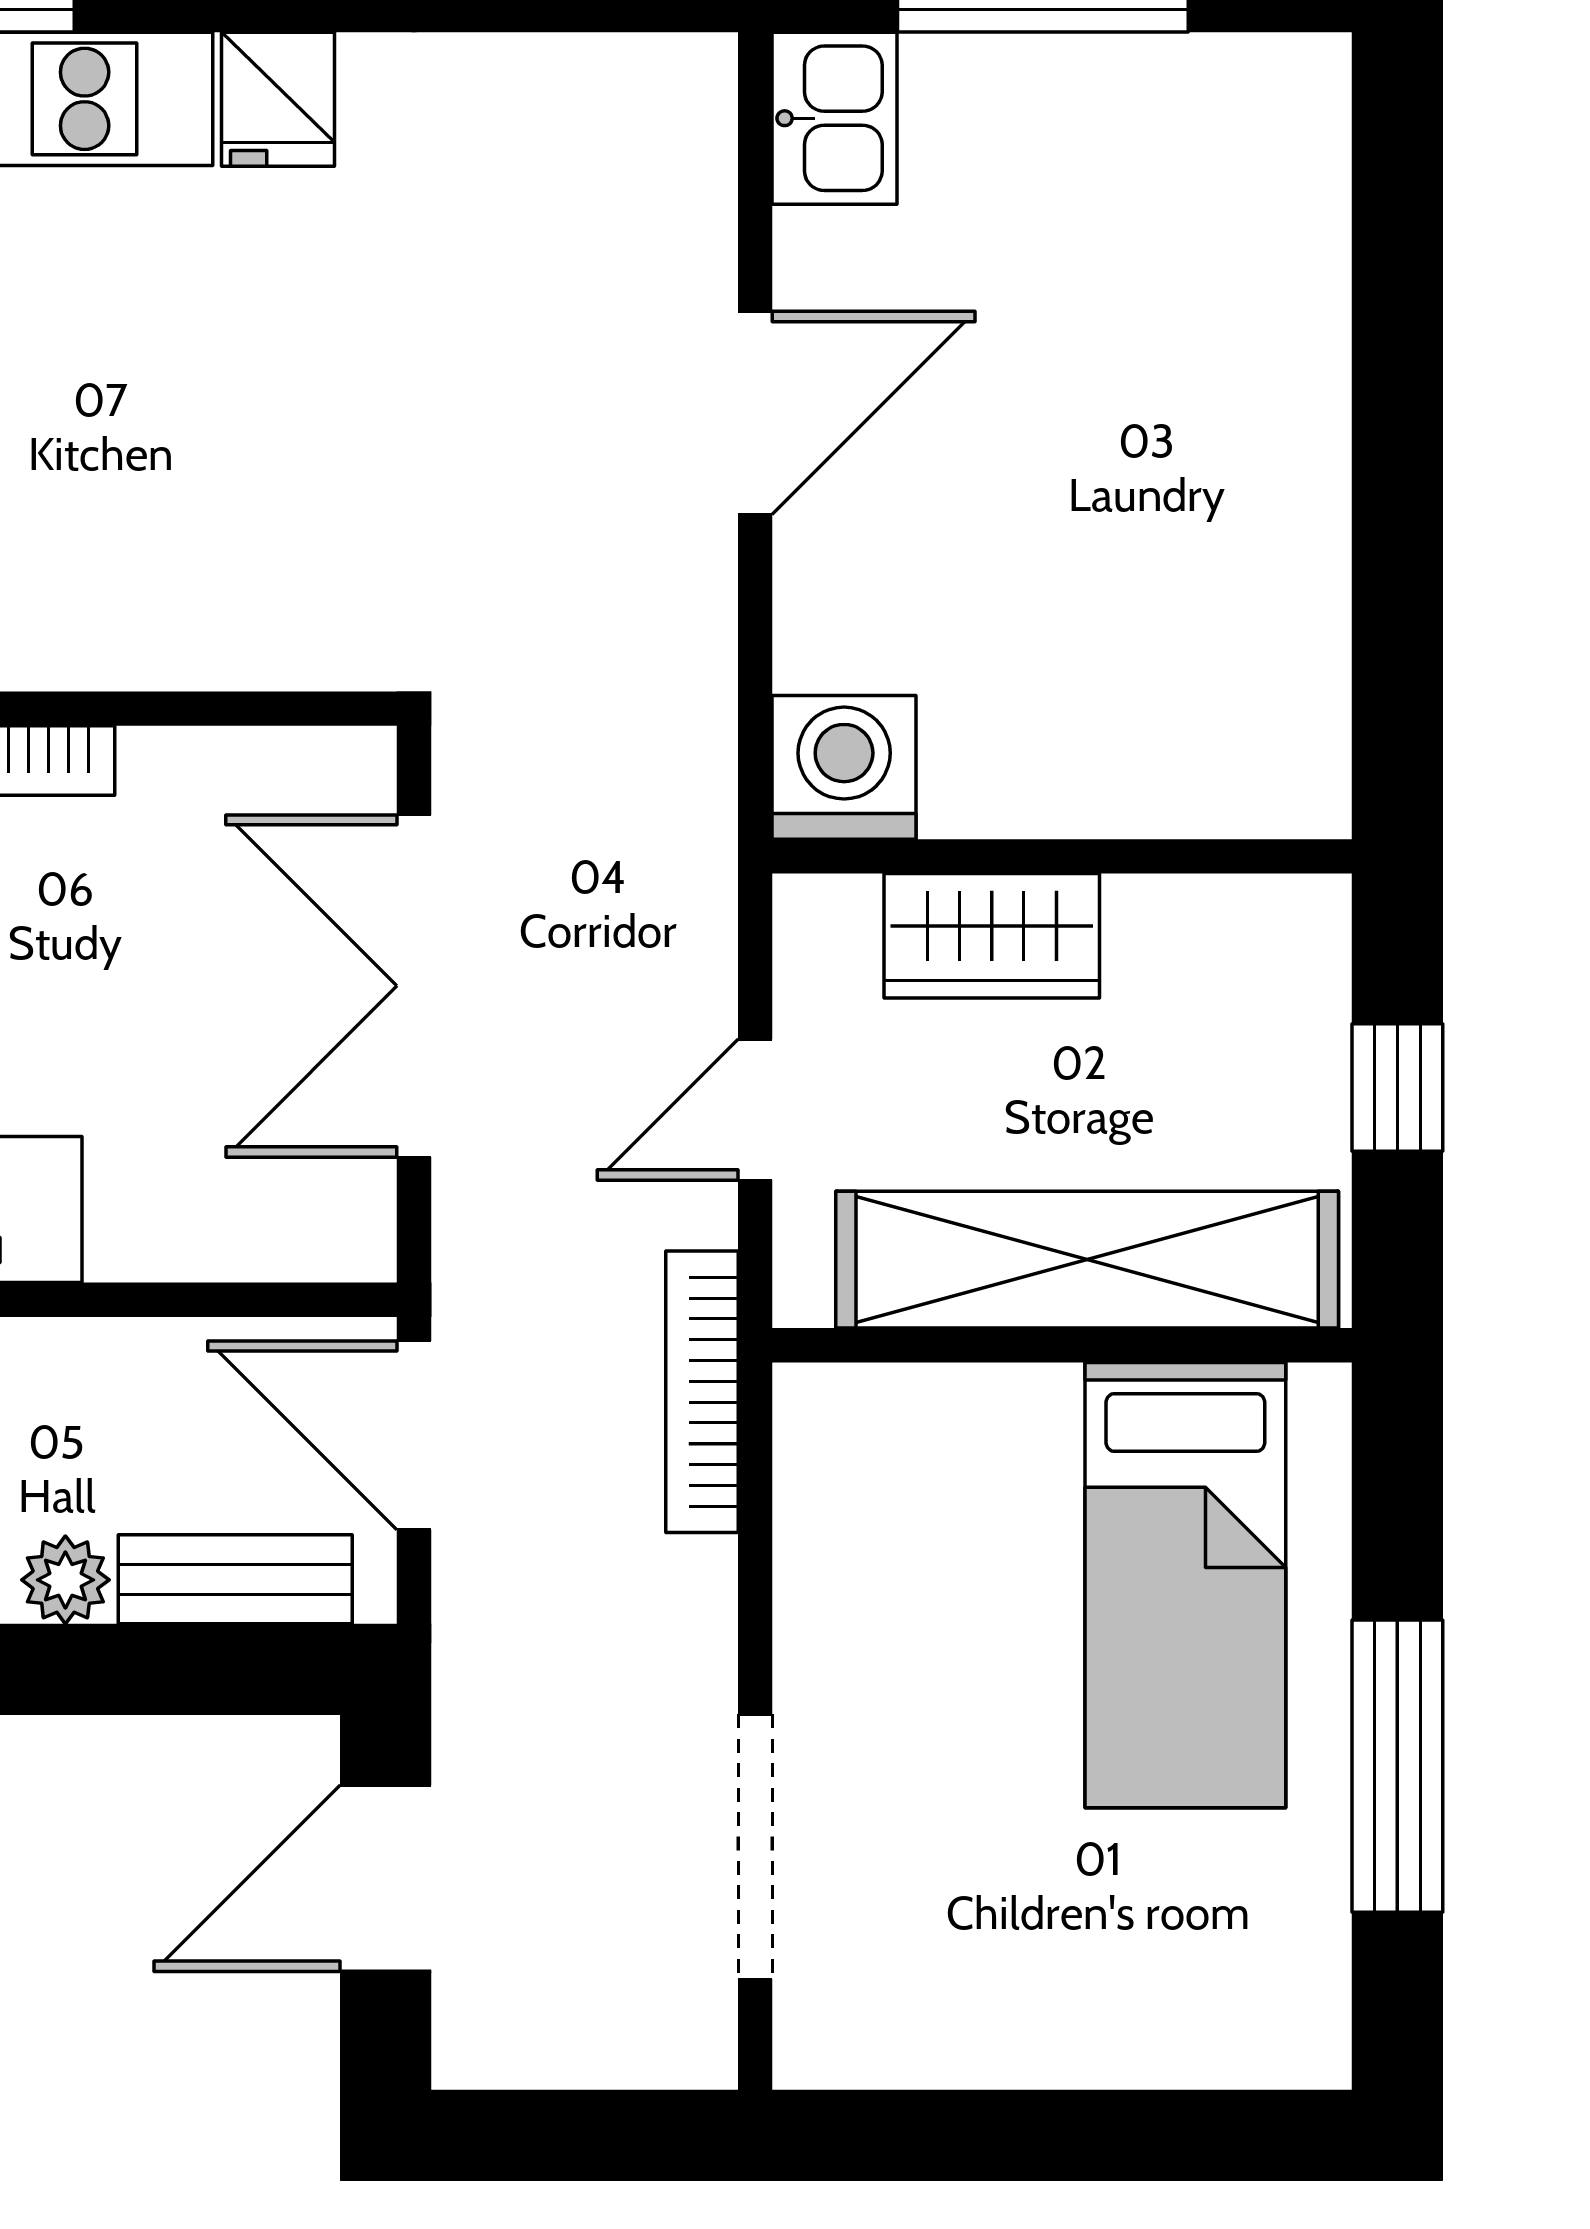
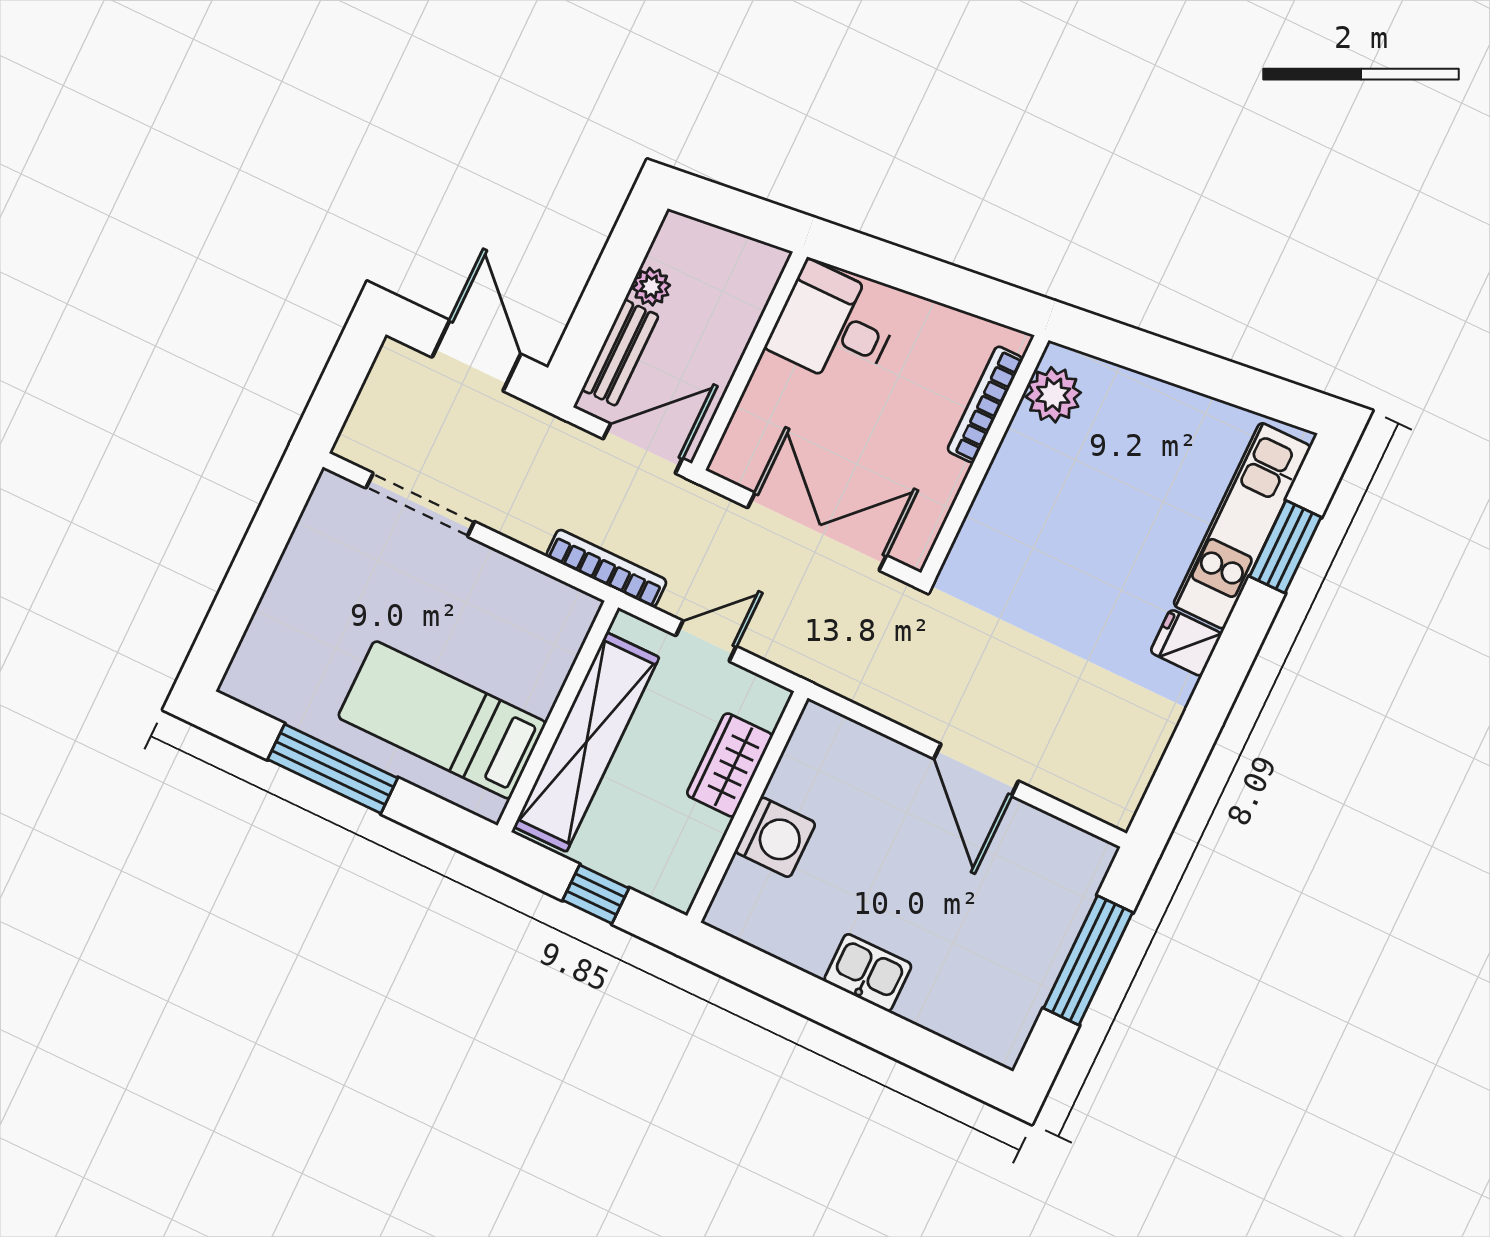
kitchen sink: (835, 118) -> (868, 973), moved, turned 180
washing machine: (844, 767) -> (775, 837), moved
door: (755, 1110) -> (706, 641), hinge flipped

